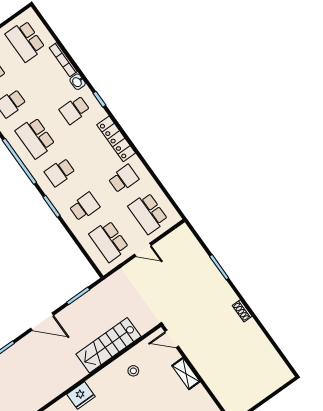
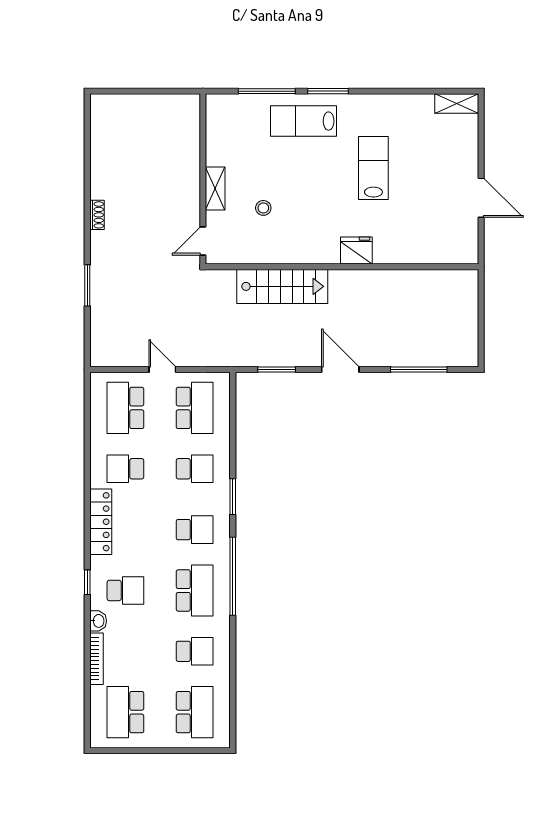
school desk: (25, 41) -> (125, 712), turned 180
school desk: (84, 207) -> (195, 469), turned 180
school desk: (148, 213) -> (125, 408), turned 180
door: (172, 339) -> (203, 241), swing flipped
stool: (133, 371) -> (263, 208), moved

